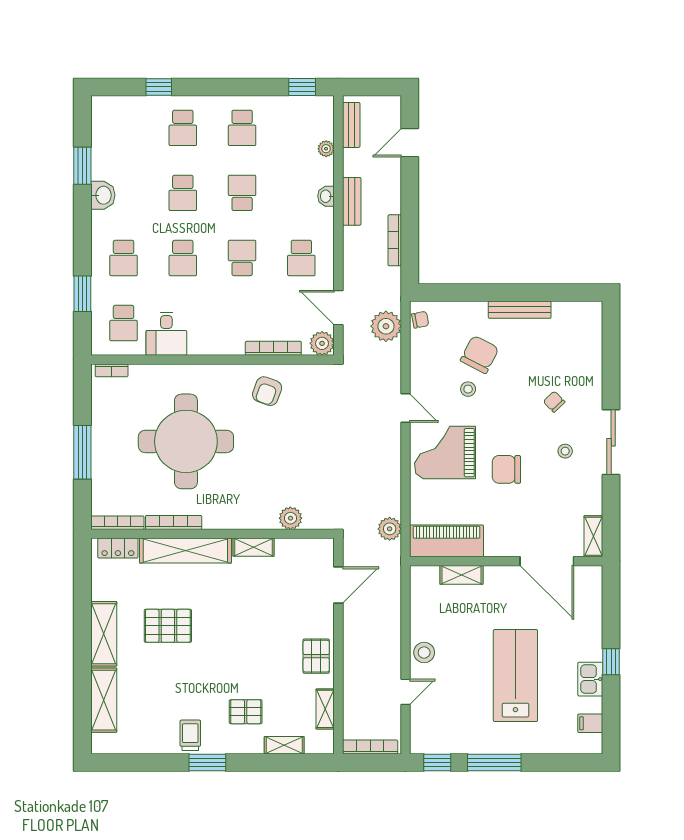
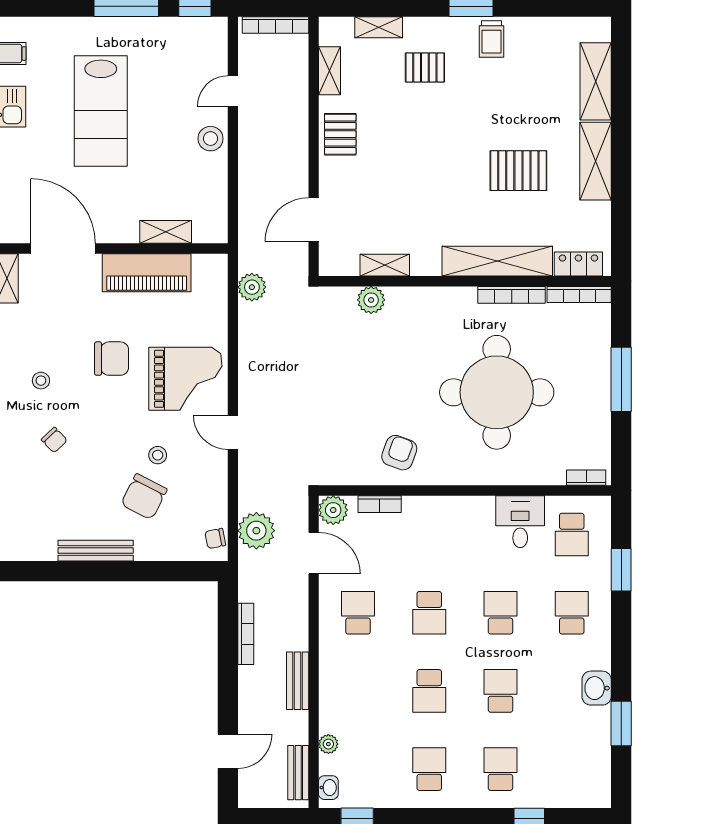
washbasin: (326, 196) -> (328, 788), moved
school desk: (124, 323) -> (572, 535), turned 180
bookcase: (273, 348) -> (380, 504), width x0.64
piano: (446, 541) -> (147, 273), moved
shelving: (253, 547) -> (385, 265), moved

